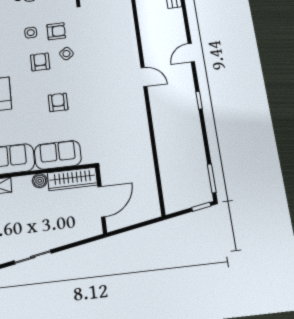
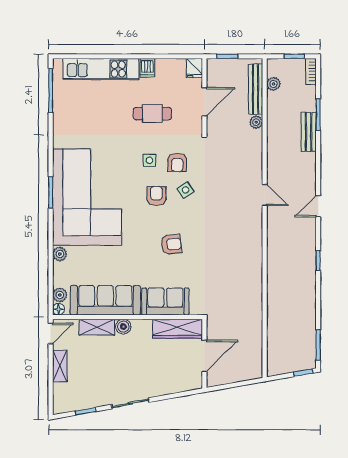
armchair: (56, 31) -> (177, 162), turned 90
door: (144, 77) -> (265, 195), moved
armchair: (58, 102) -> (171, 244), turned 84
boiler: (40, 181) -> (123, 327), moved

